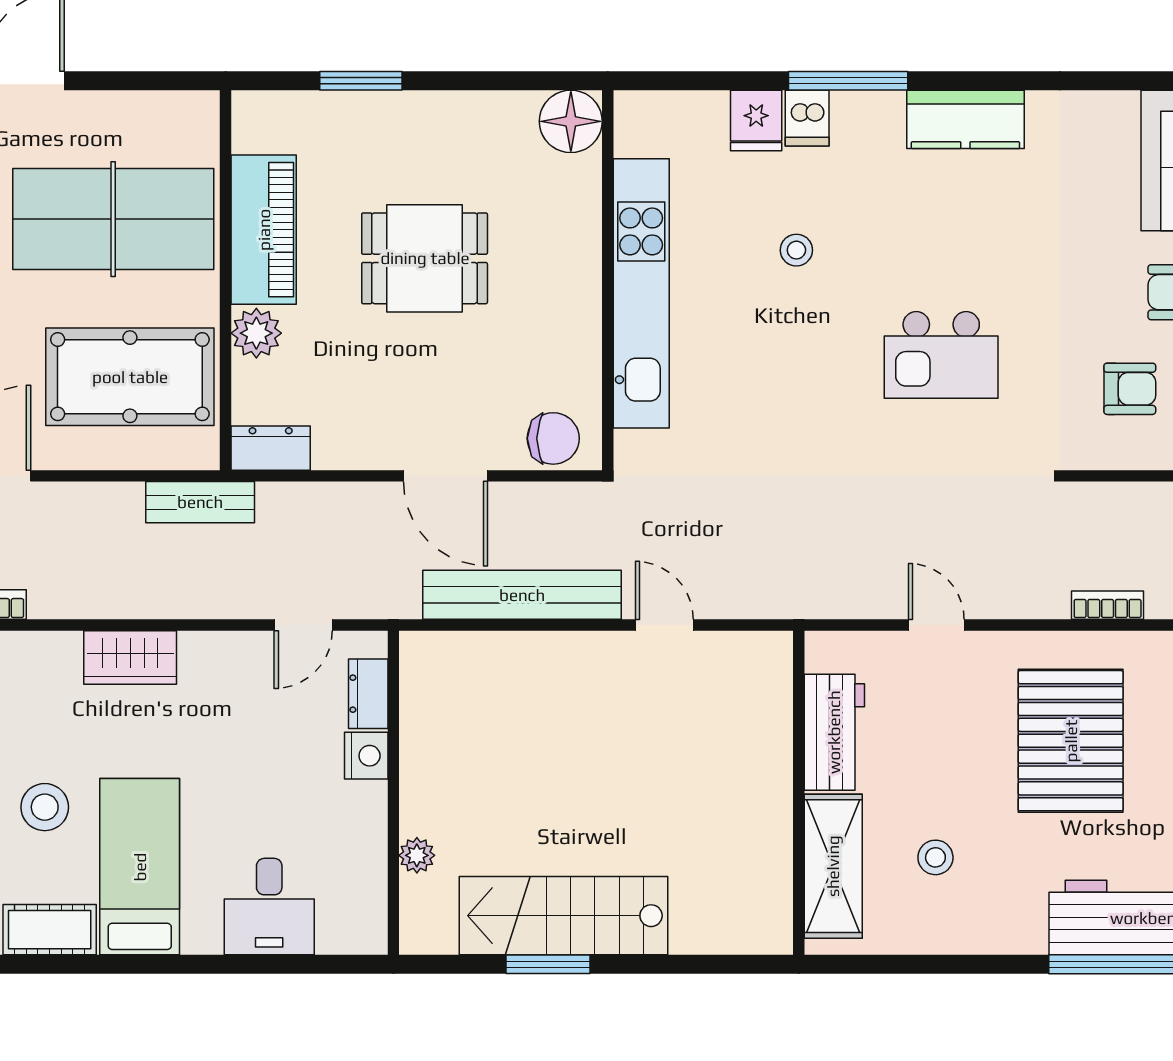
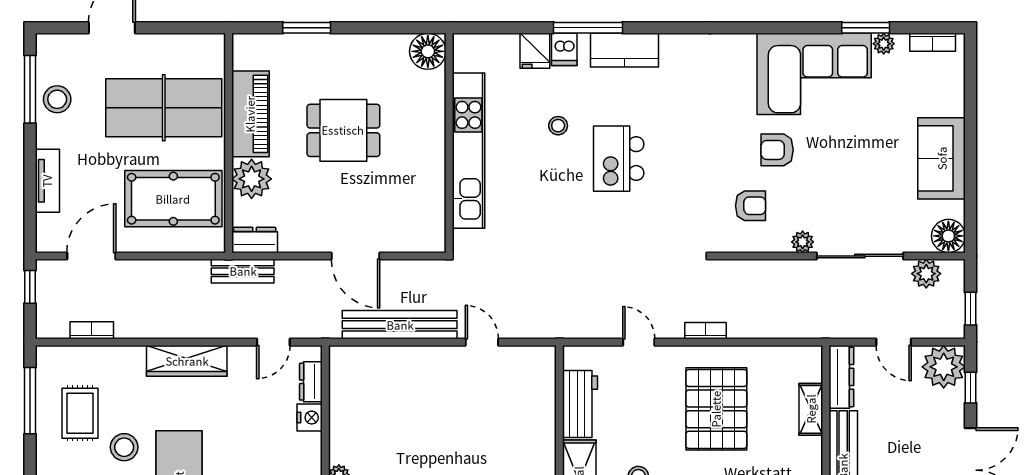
kitchen counter: (965, 119) -> (624, 50), moved
plant: (256, 333) -> (252, 179), width x1.36, depth x1.36
kitchen island: (941, 355) -> (619, 159), moved, turned 90
chair: (553, 438) -> (418, 234), removed
bench: (200, 502) -> (243, 271), moved
bookcase: (1108, 605) -> (705, 331), moved
wardrobe: (130, 657) -> (187, 361), width x1.50

